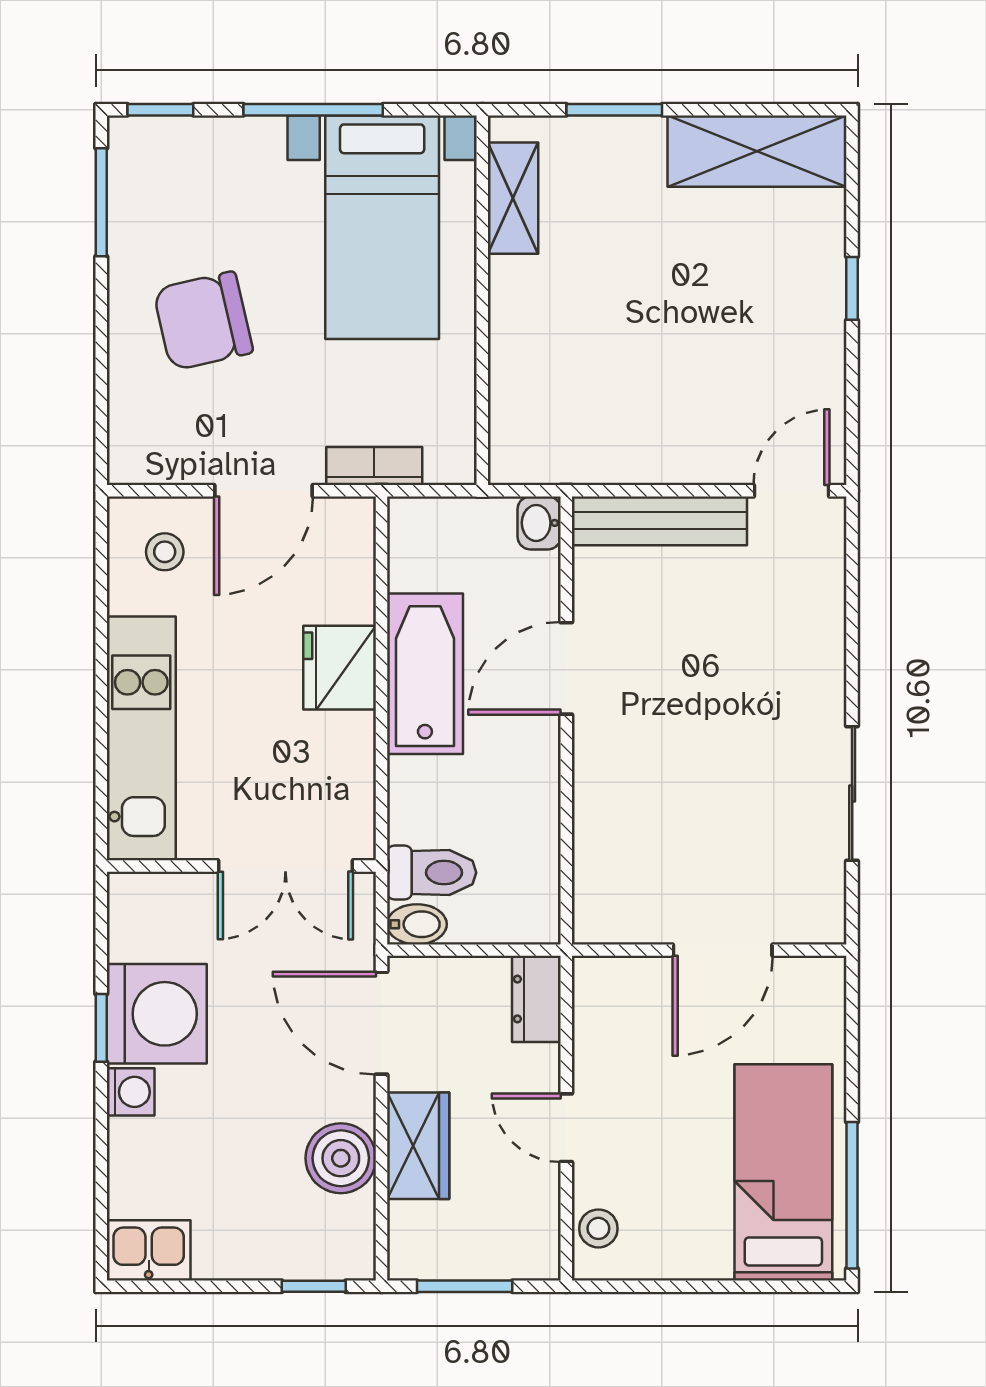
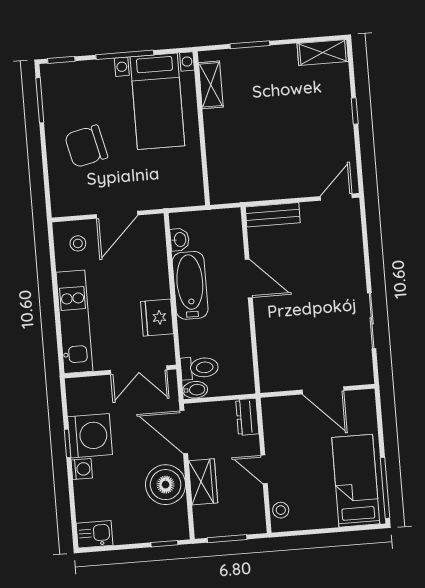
shelving: (757, 151) -> (323, 52), width x0.67, depth x0.75
bookcase: (374, 466) -> (162, 201), removed
bench: (659, 521) -> (273, 215), width x0.73
washbasin: (539, 523) -> (180, 240), moved, turned 180
fridge: (340, 668) -> (157, 318), moved
door: (566, 668) -> (249, 278), swing flipped
door: (723, 950) -> (323, 390), hinge flipped
boiler: (341, 1158) -> (166, 485), width x1.37, depth x1.37

